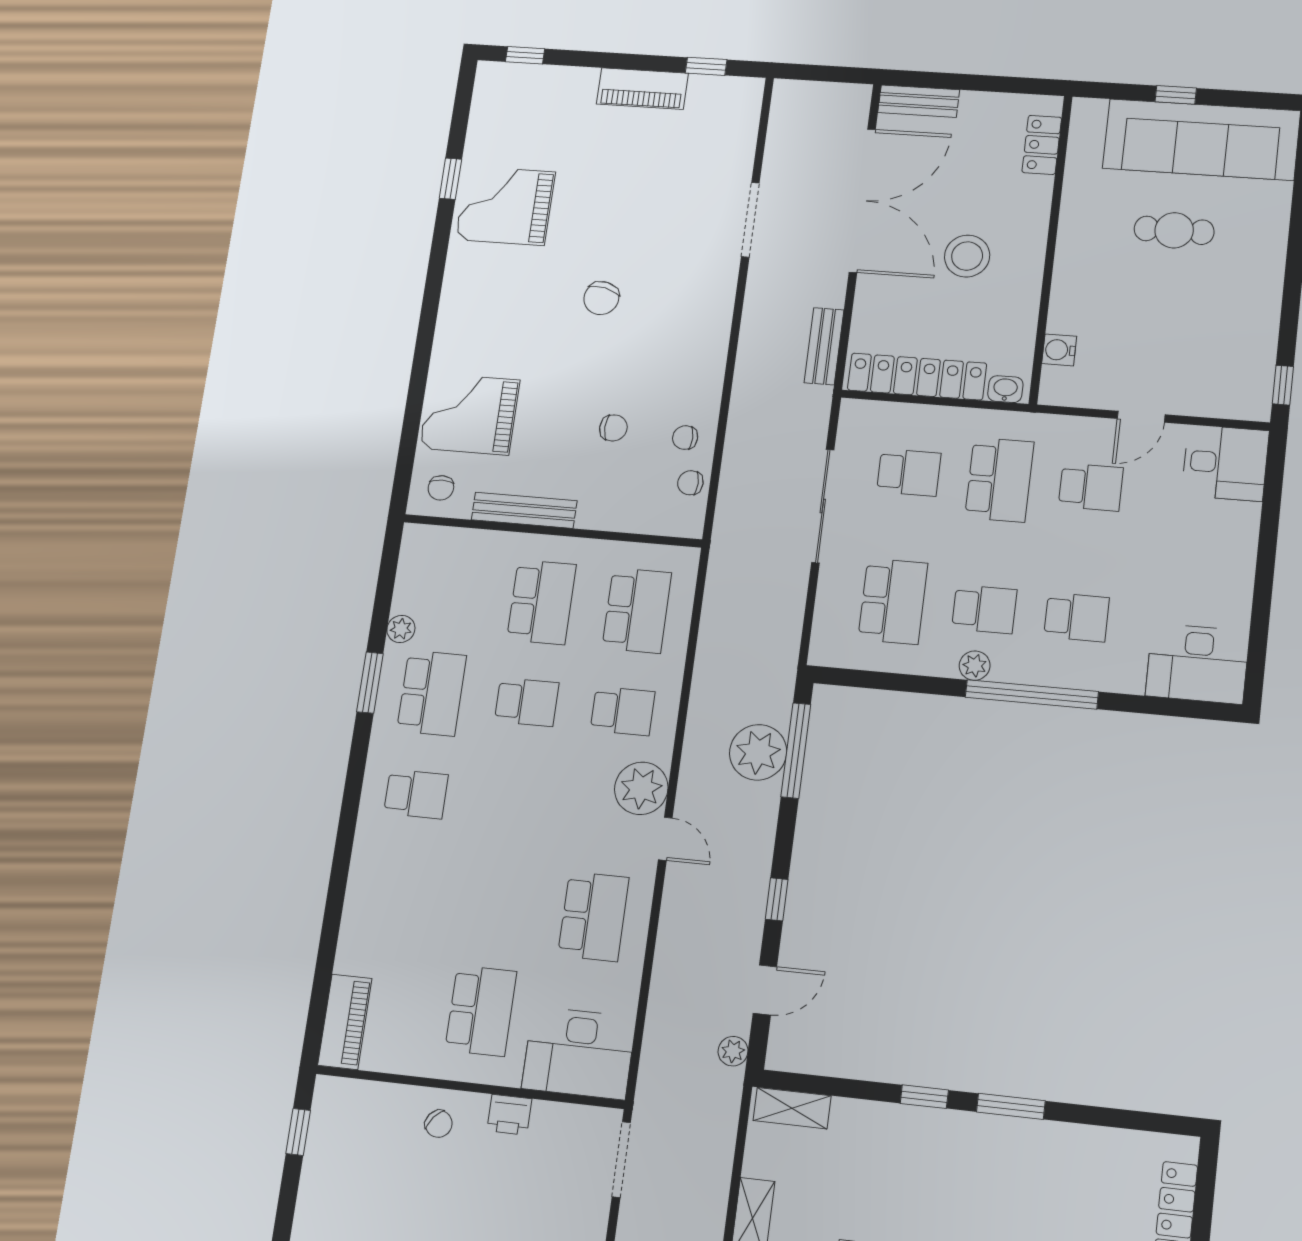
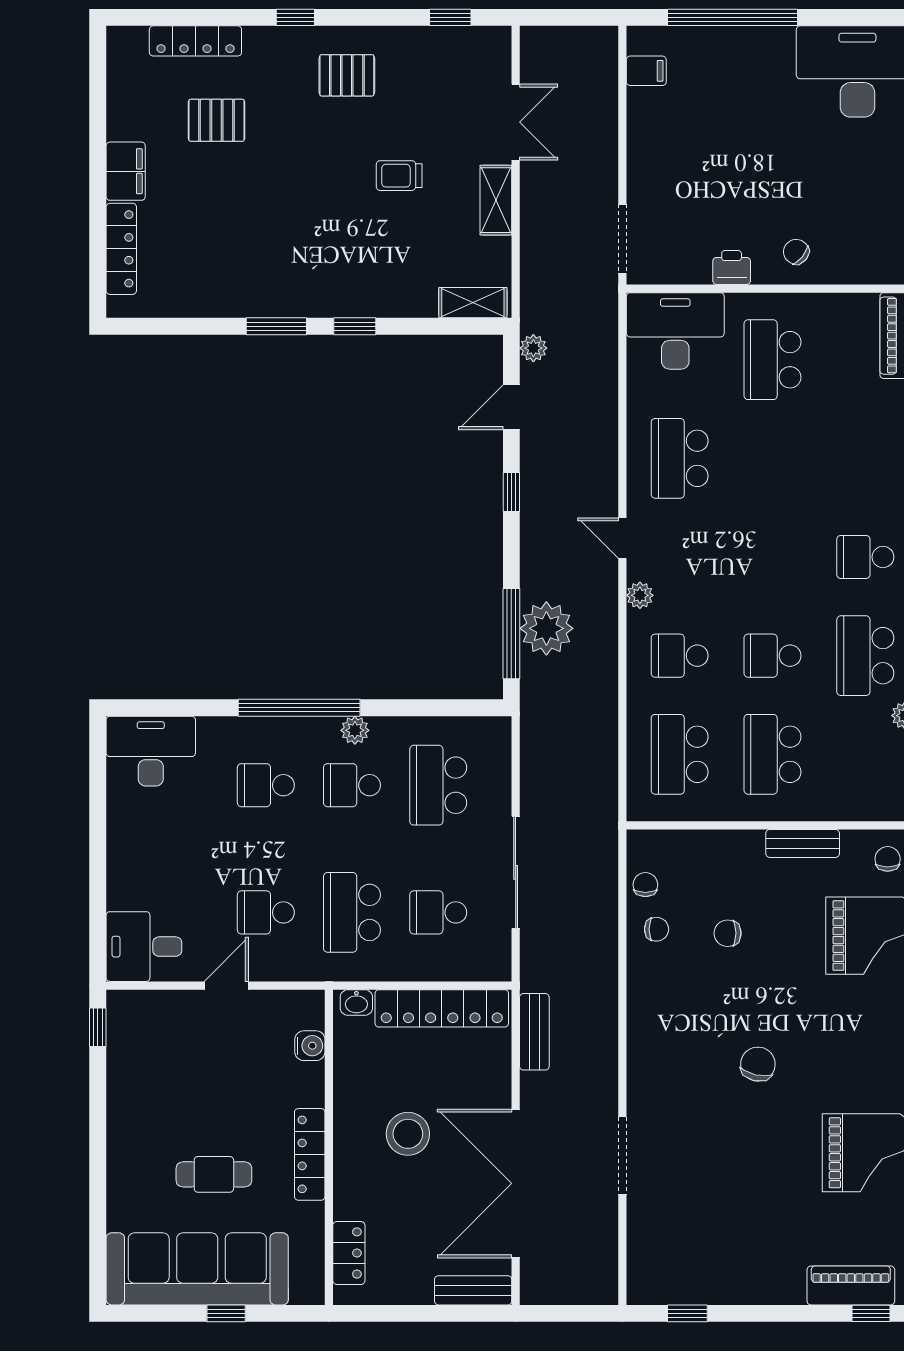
piano: (642, 89) -> (851, 1285), moved
locker: (1071, 243) -> (310, 1154), added
chair: (690, 483) -> (645, 885), turned -90
bench: (524, 510) -> (803, 843), width x0.73
plant: (641, 788) -> (640, 595), width x0.53, depth x0.53

